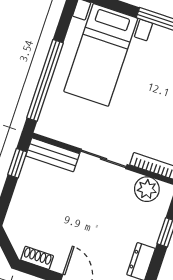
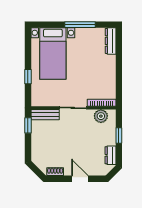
window: (45, 80) -> (28, 77), width x0.32

